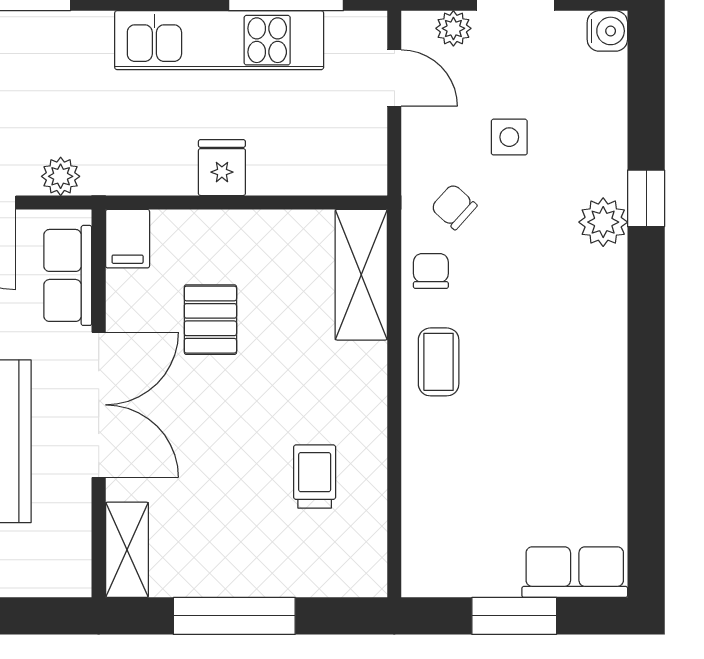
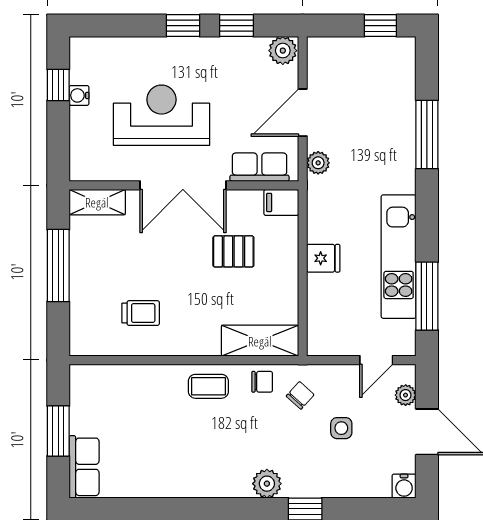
plant: (603, 222) -> (267, 484), moved

